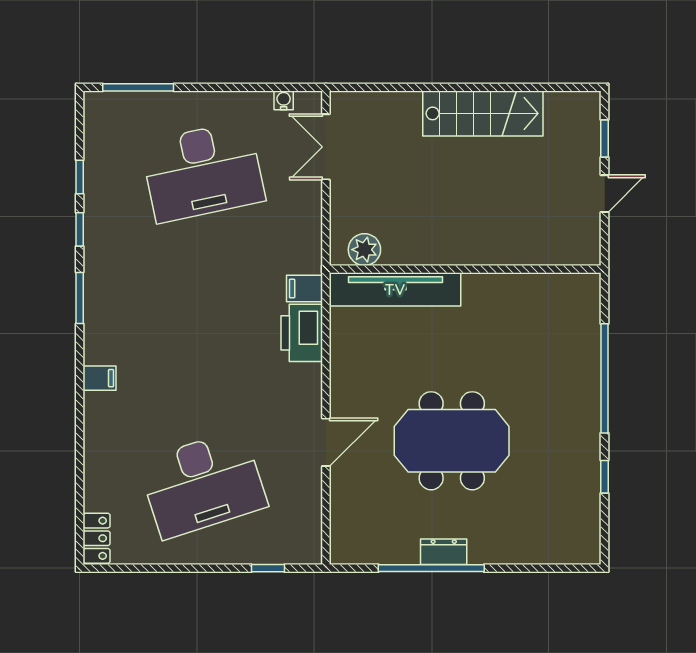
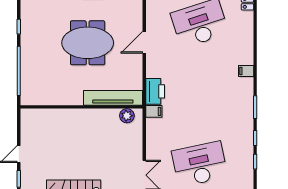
plant: (364, 250) -> (127, 116), moved
wall: (465, 269) -> (82, 107), moved
tv unit: (395, 289) -> (113, 98), moved

